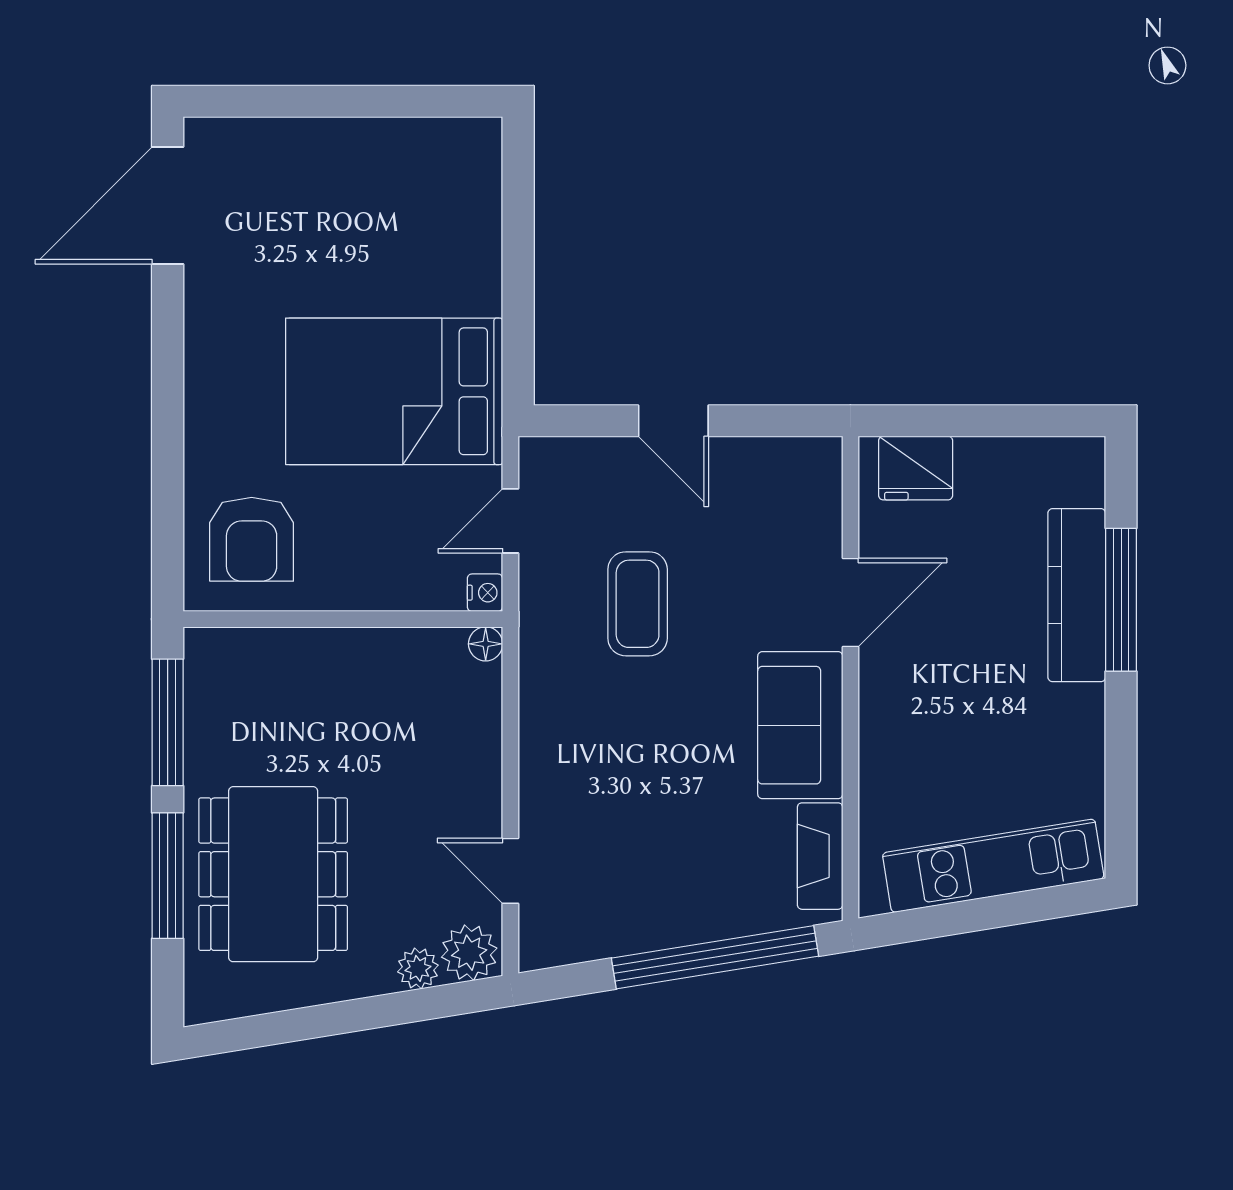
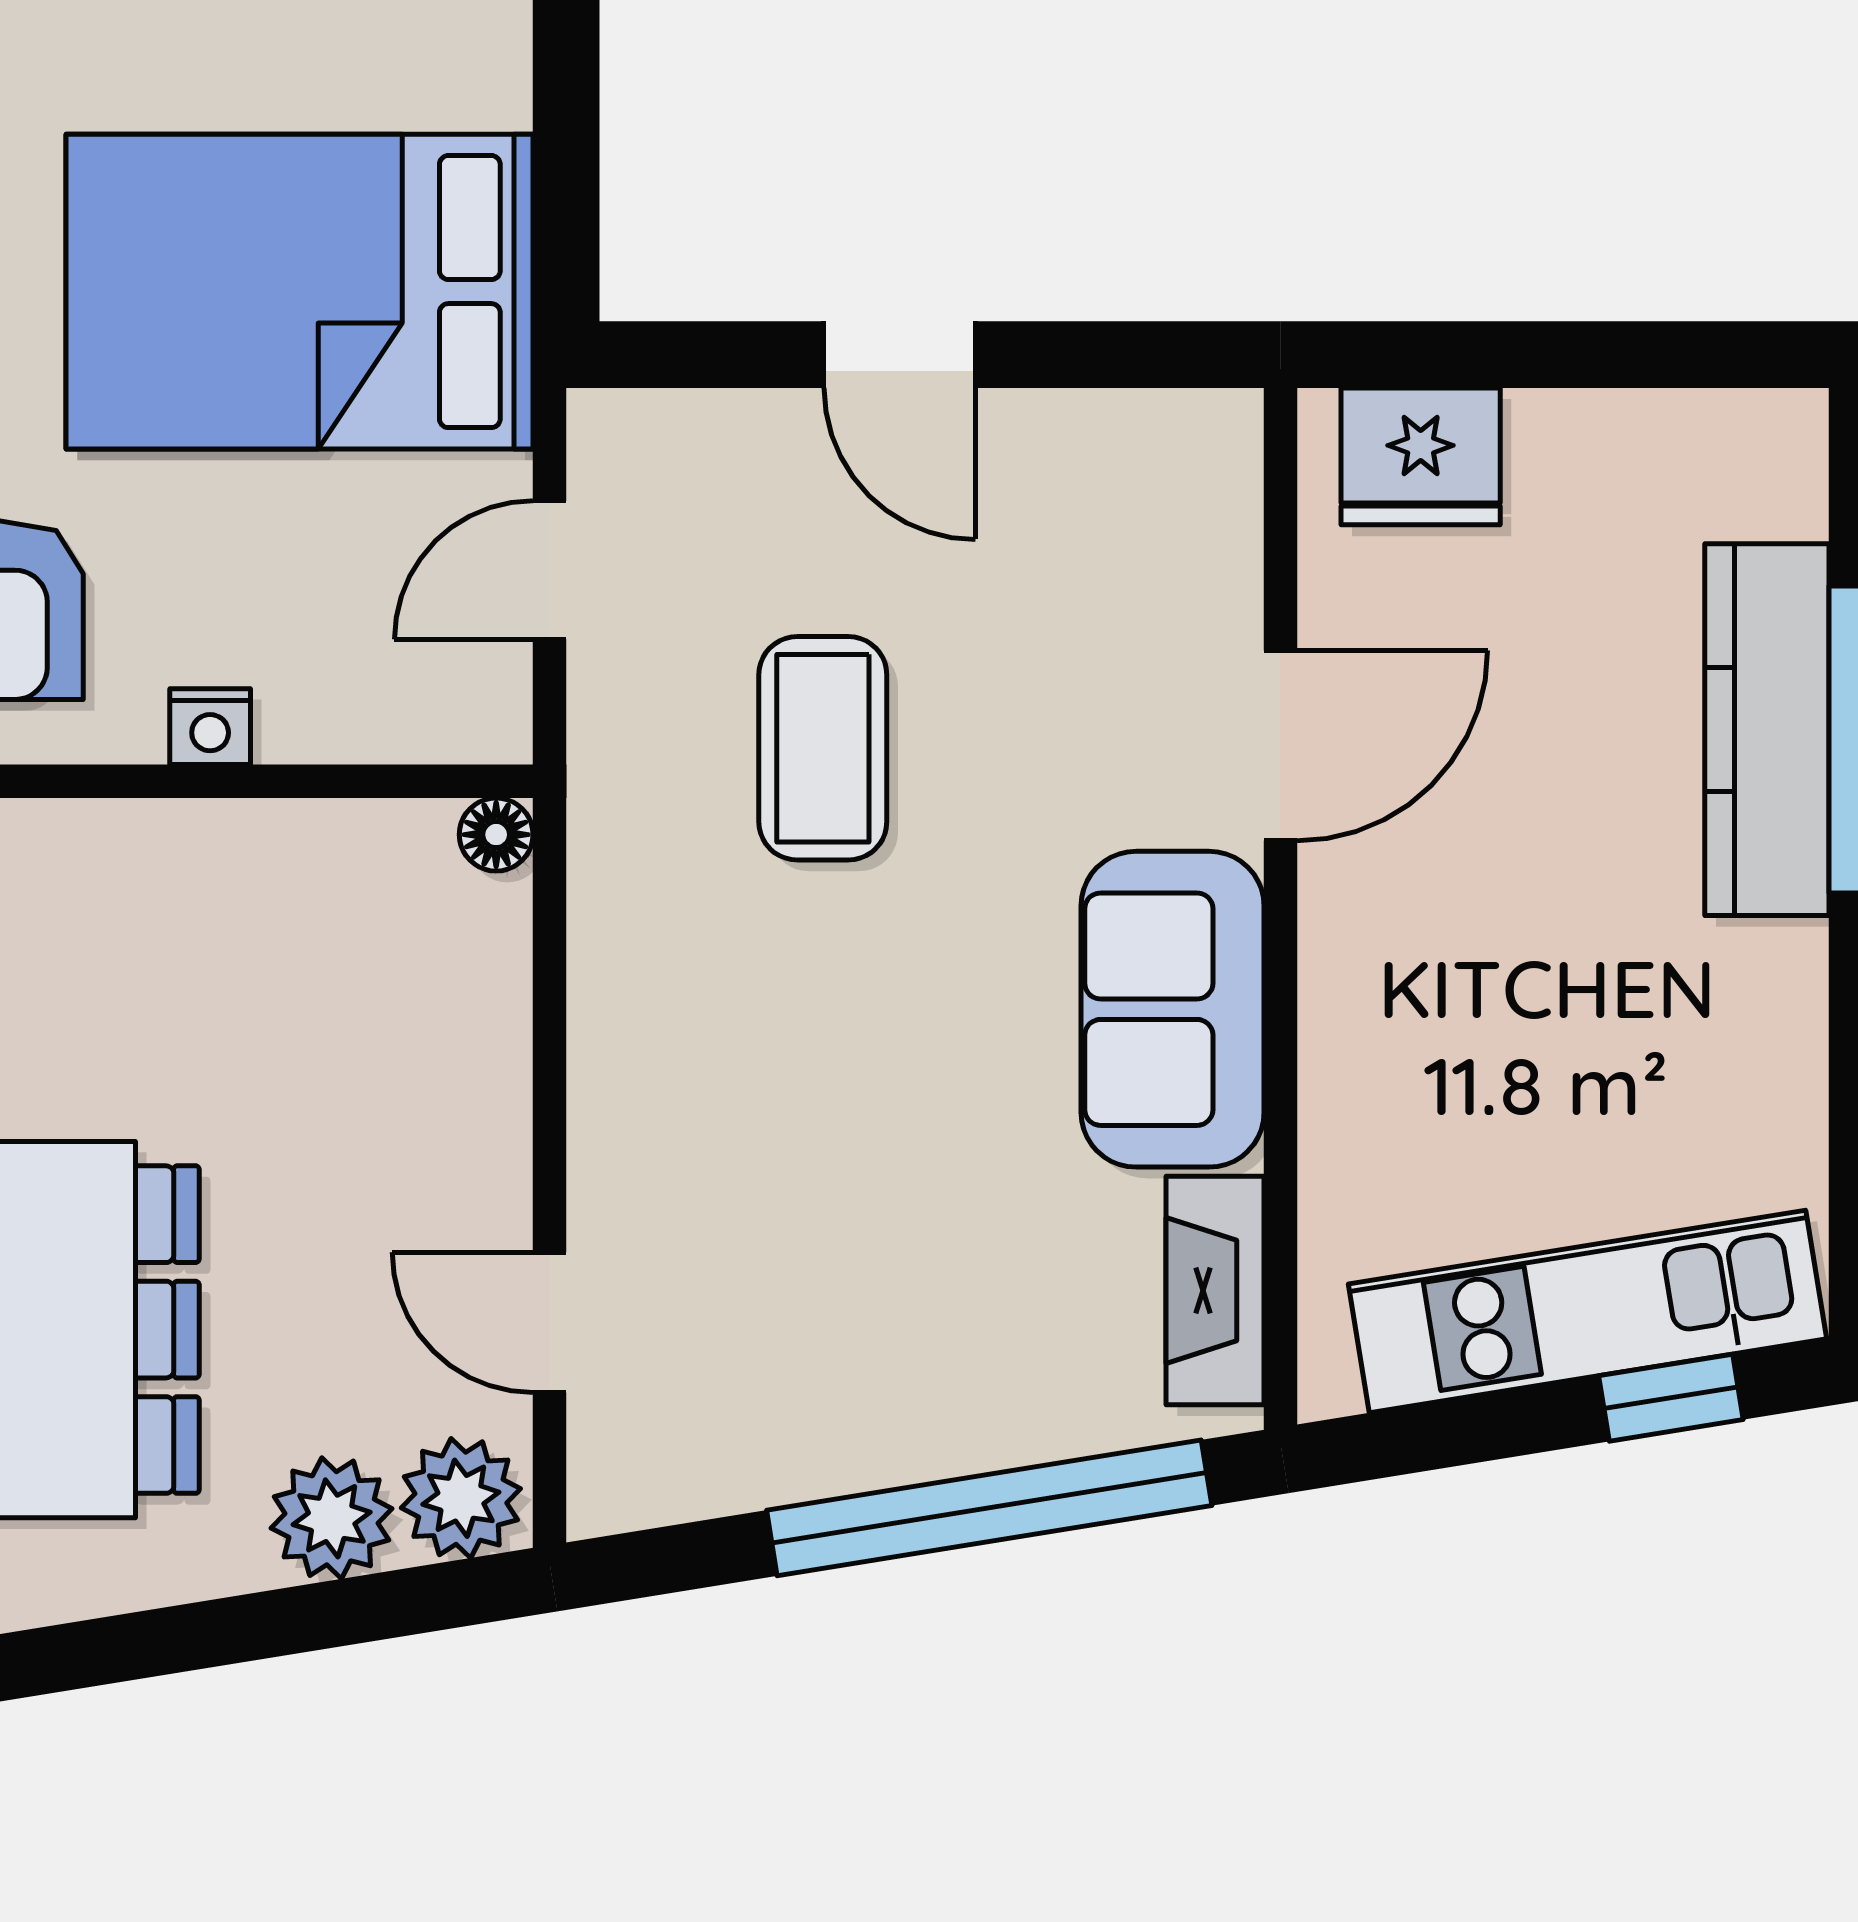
nightstand: (485, 593) -> (210, 727), moved, turned 90
window: (1032, 906) -> (1671, 1398), added
plant: (418, 968) -> (332, 1518), width x1.38, depth x1.38

